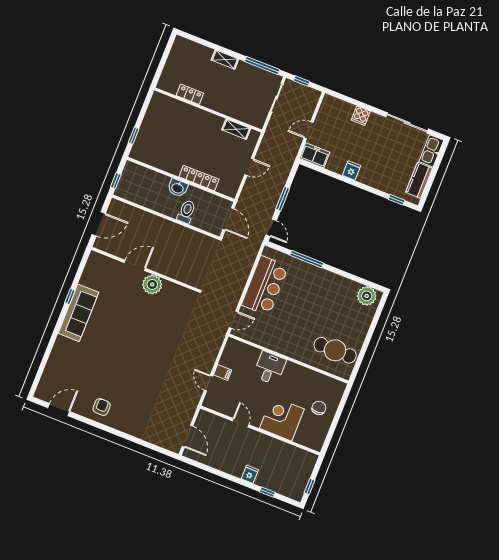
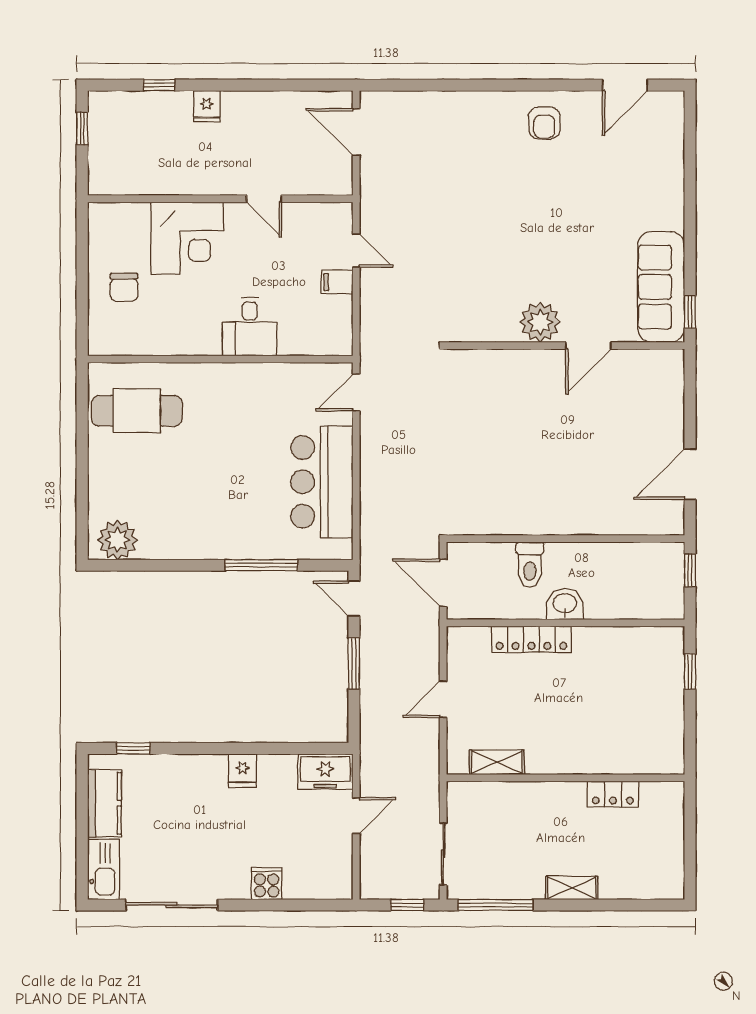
door: (135, 265) -> (588, 346), moved
wall: (145, 269) -> (565, 346), moved
plant: (152, 284) -> (540, 322), moved

